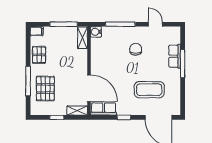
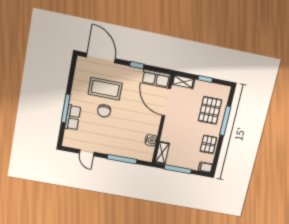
water cooler: (96, 32) -> (151, 140), moved
chair: (136, 49) -> (104, 111), moved

